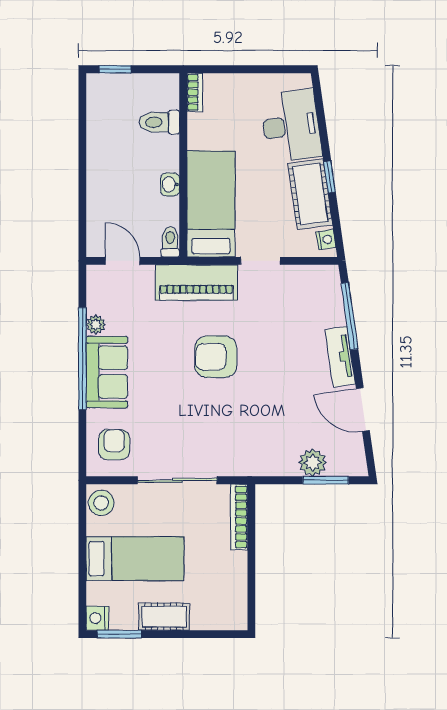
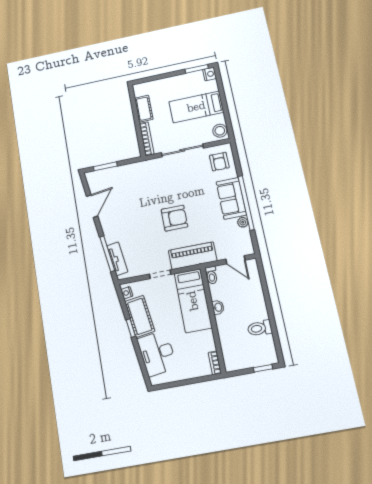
toilet: (159, 122) -> (260, 328), moved, turned 180
tv unit: (340, 357) -> (117, 259), moved
door: (363, 410) -> (92, 206), hinge flipped
plant: (313, 463) -> (114, 174), removed
cot: (164, 617) -> (144, 109), moved, turned 90

